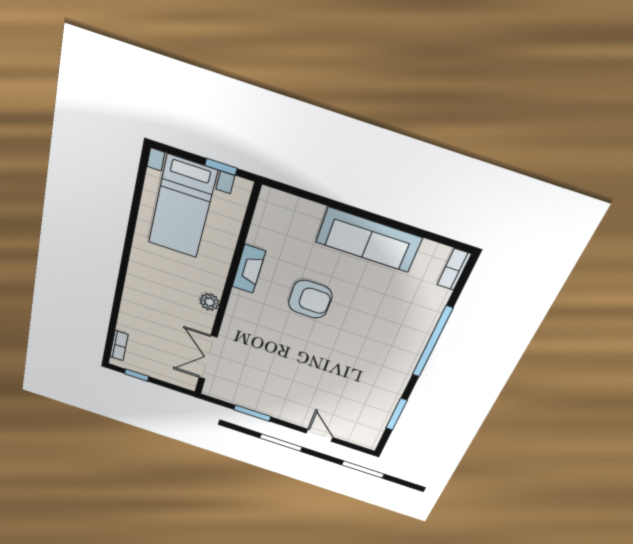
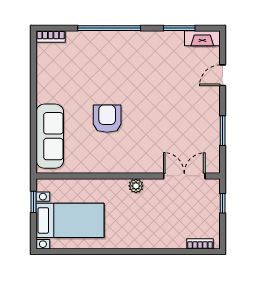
sofa: (369, 240) -> (50, 136), moved
fireplace: (249, 269) -> (202, 38), moved, turned 180
double door: (208, 358) -> (184, 176), swing flipped
window: (137, 375) -> (223, 203), moved

